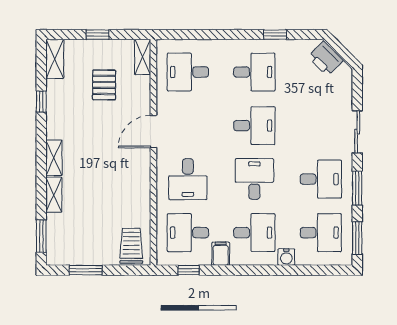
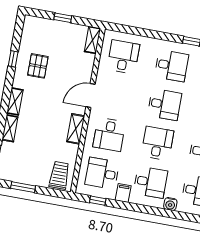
shelving: (55, 59) -> (76, 129), moved
desk: (188, 72) -> (123, 57), turned 90
pallet: (104, 85) -> (38, 66), moved

